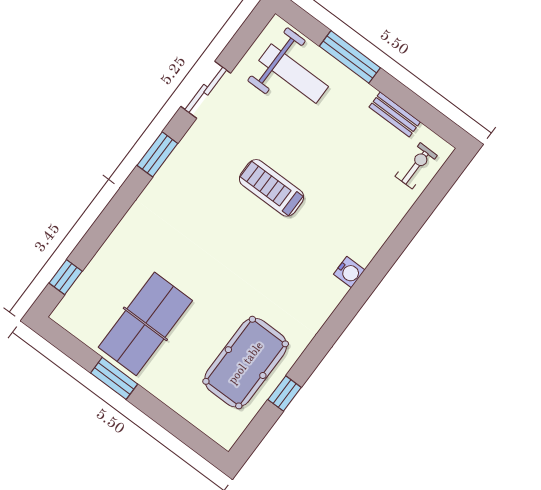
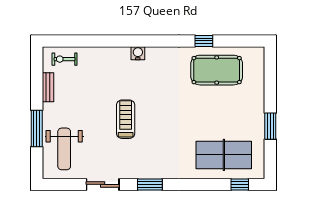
weight bench: (294, 74) -> (64, 149), turned 180
treadmill: (271, 188) -> (126, 119), turned 180
table tennis table: (145, 324) -> (224, 155), moved
window: (285, 393) -> (204, 41), moved

